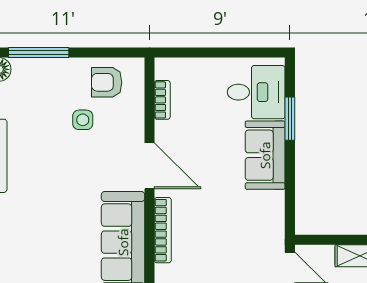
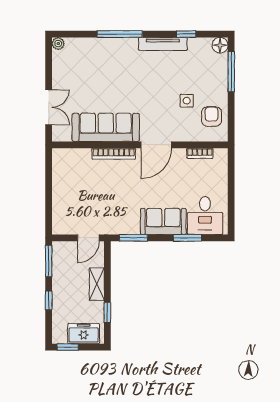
window: (290, 200) -> (134, 238), added

